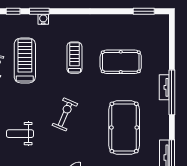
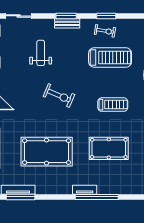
pool table: (121, 62) -> (109, 148), turned 90
window: (172, 92) -> (97, 197), moved

